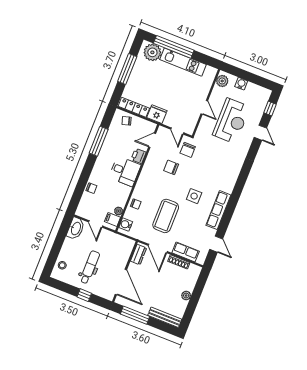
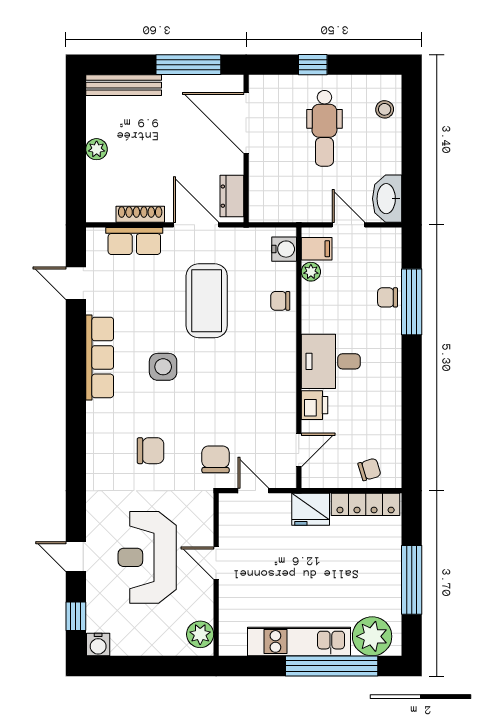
water cooler: (241, 84) -> (98, 645), moved
window: (99, 141) -> (412, 302), moved
chair: (171, 167) -> (151, 451), moved

